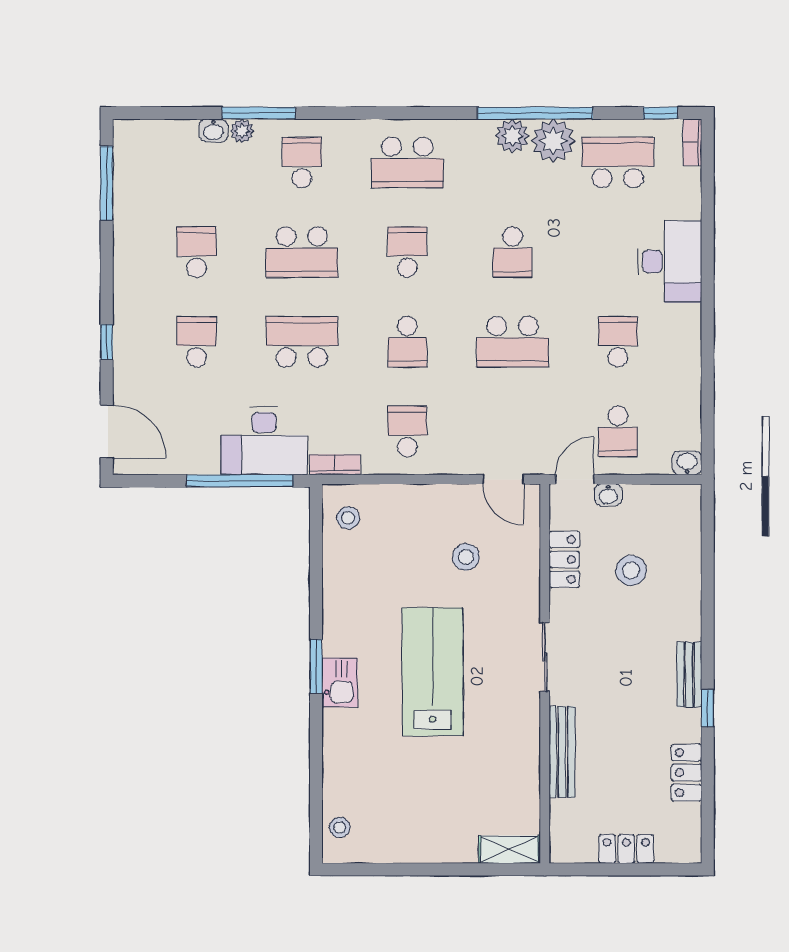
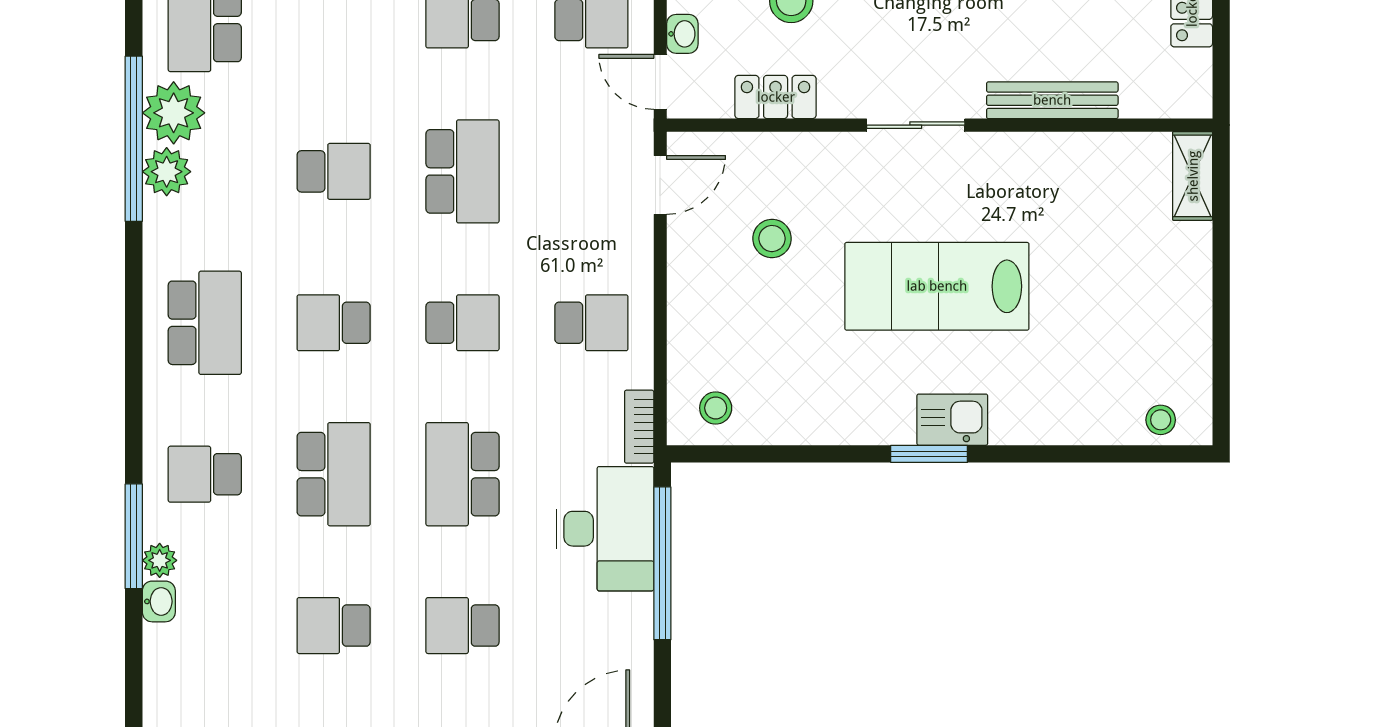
school desk: (407, 431) -> (591, 323), turned 180

